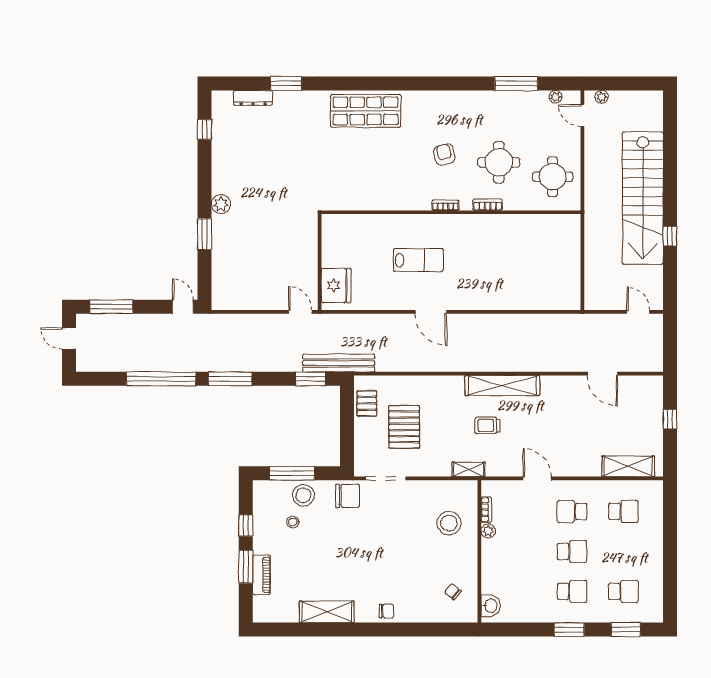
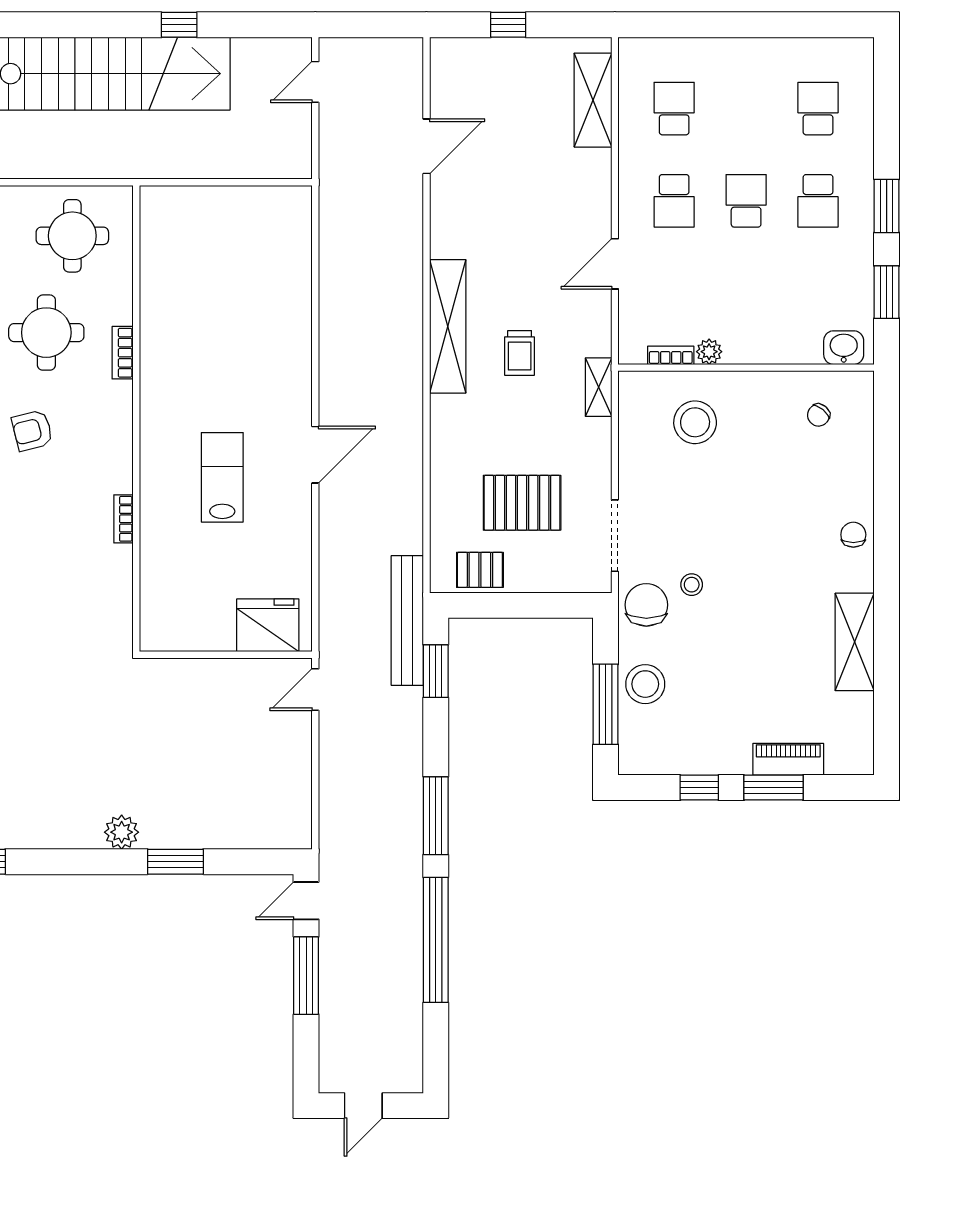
bookcase: (445, 205) -> (123, 519), moved
window: (111, 307) -> (306, 976), moved
stool: (293, 522) -> (692, 585), moved
school desk: (572, 591) -> (818, 201), turned 180
window: (626, 630) -> (887, 292), moved

